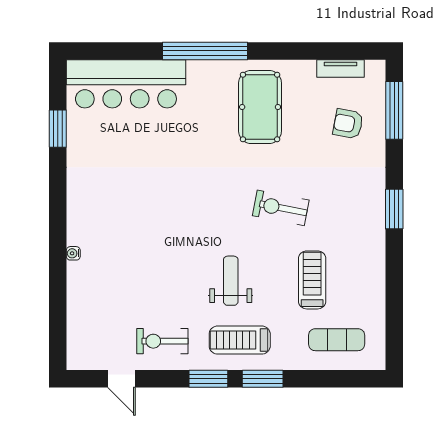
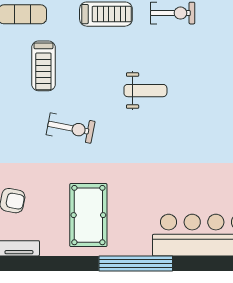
weight bench: (231, 281) -> (145, 91), moved, turned -90

